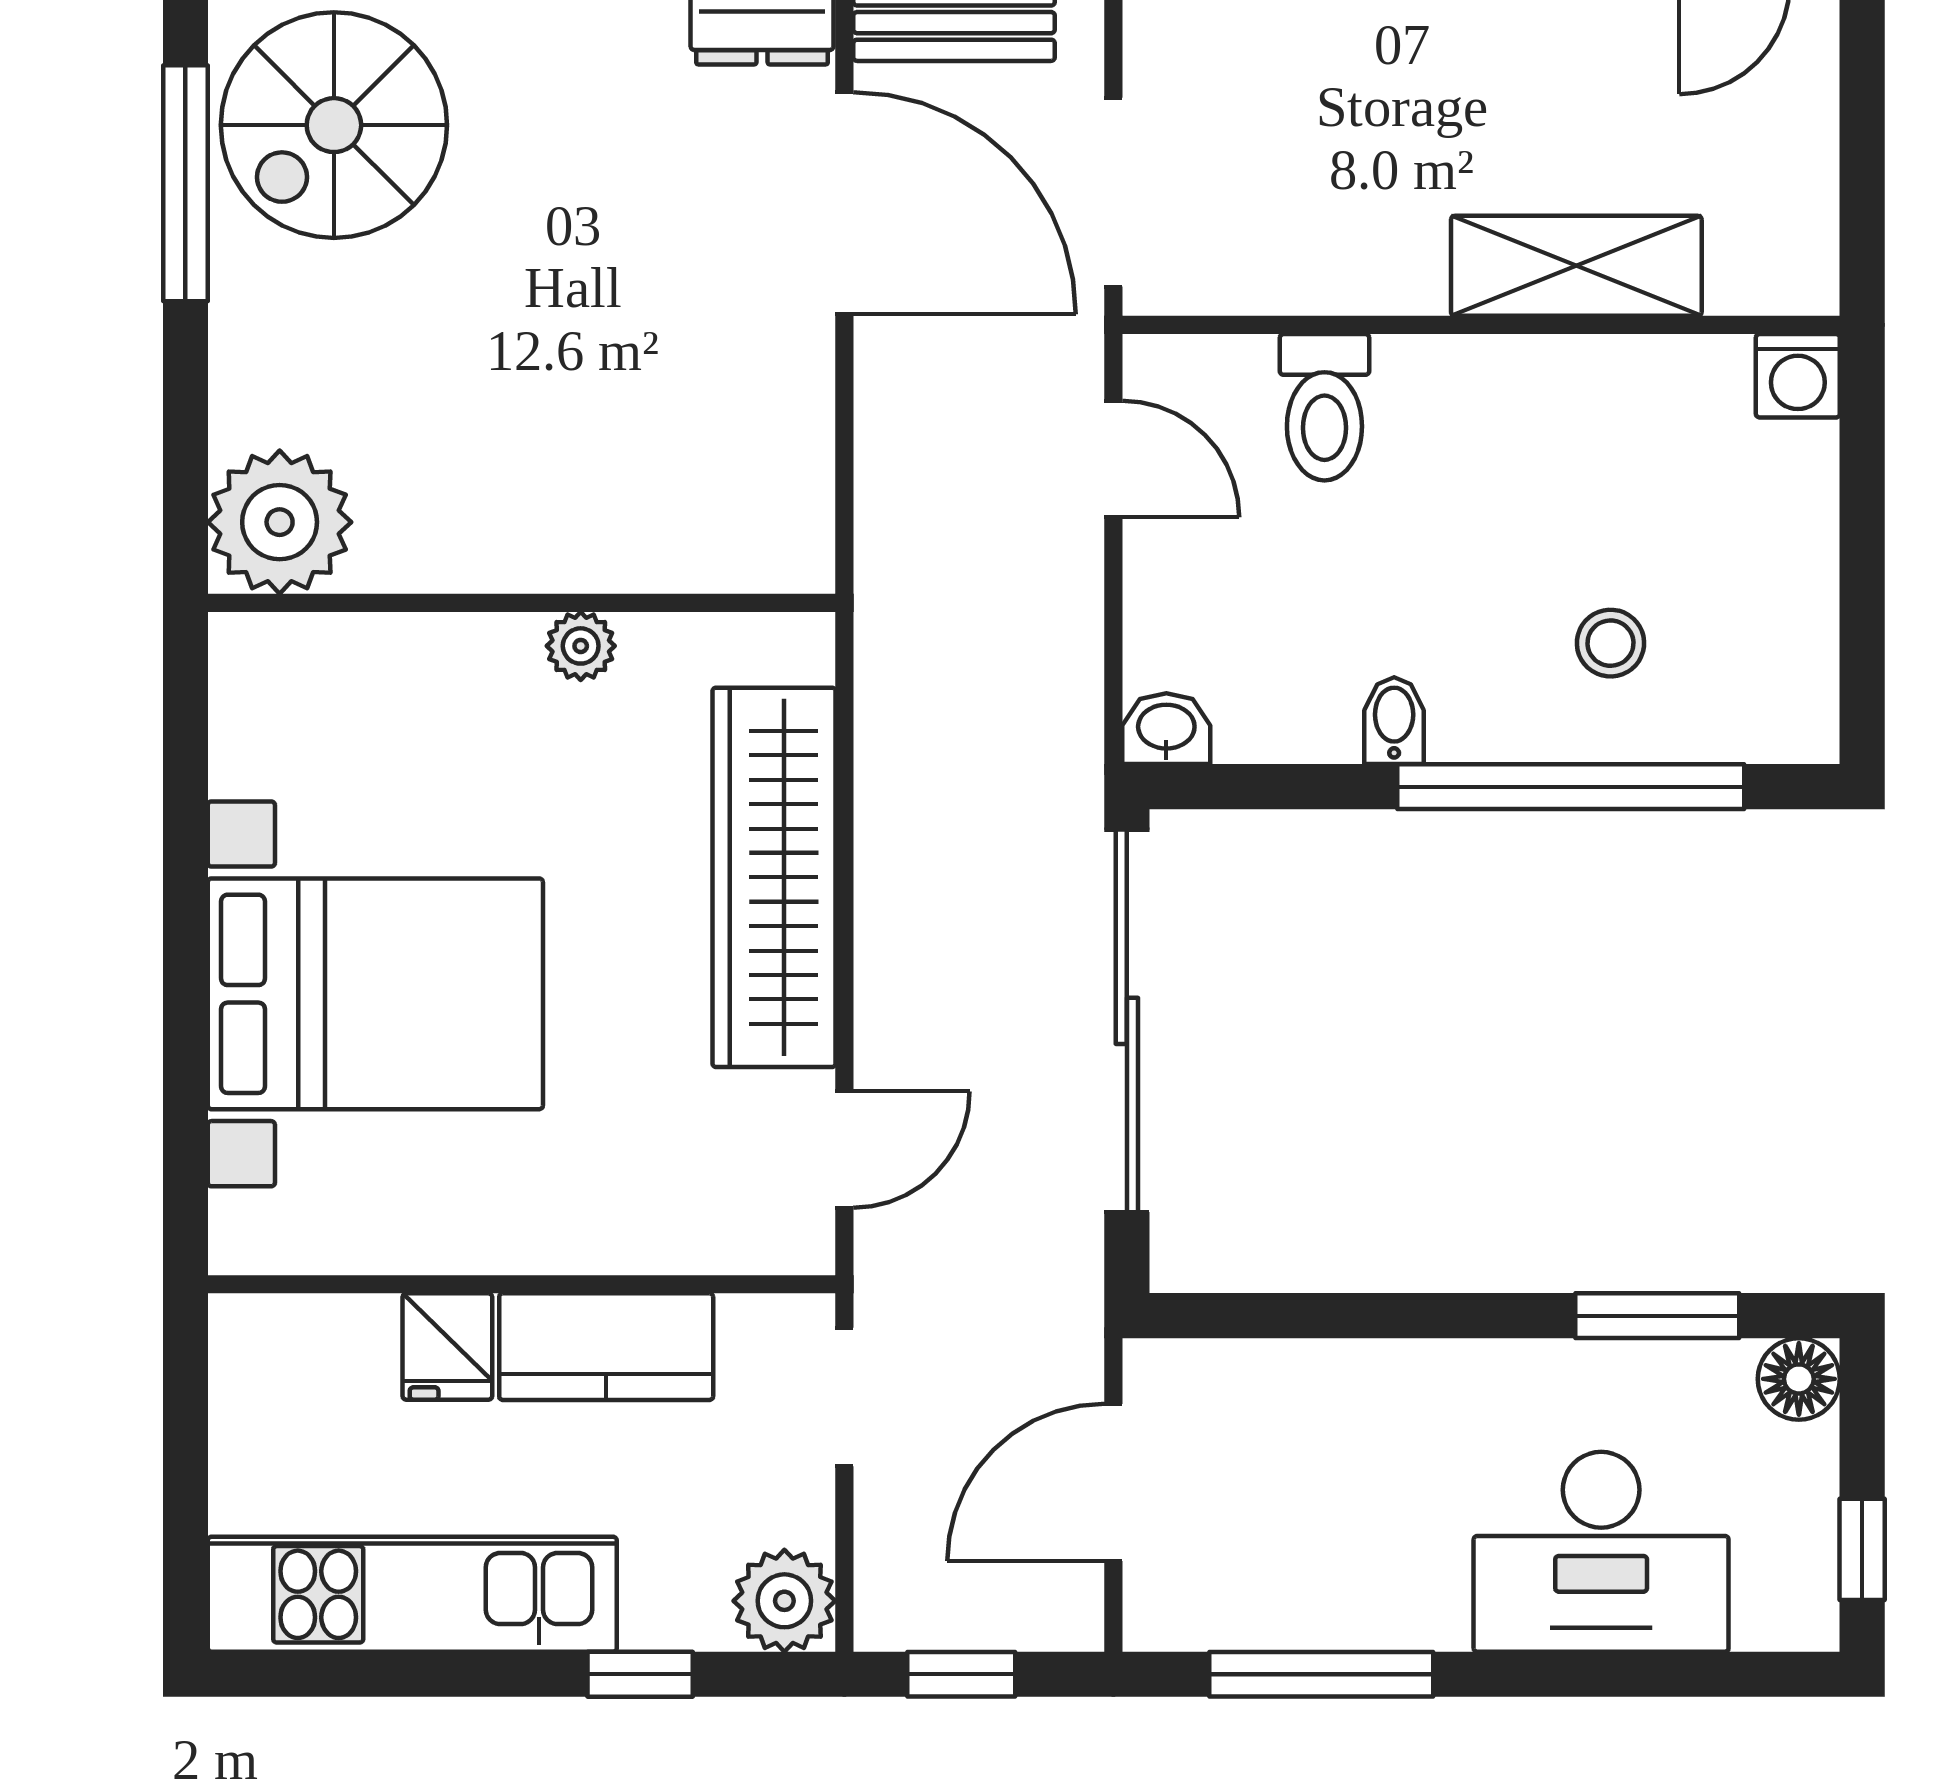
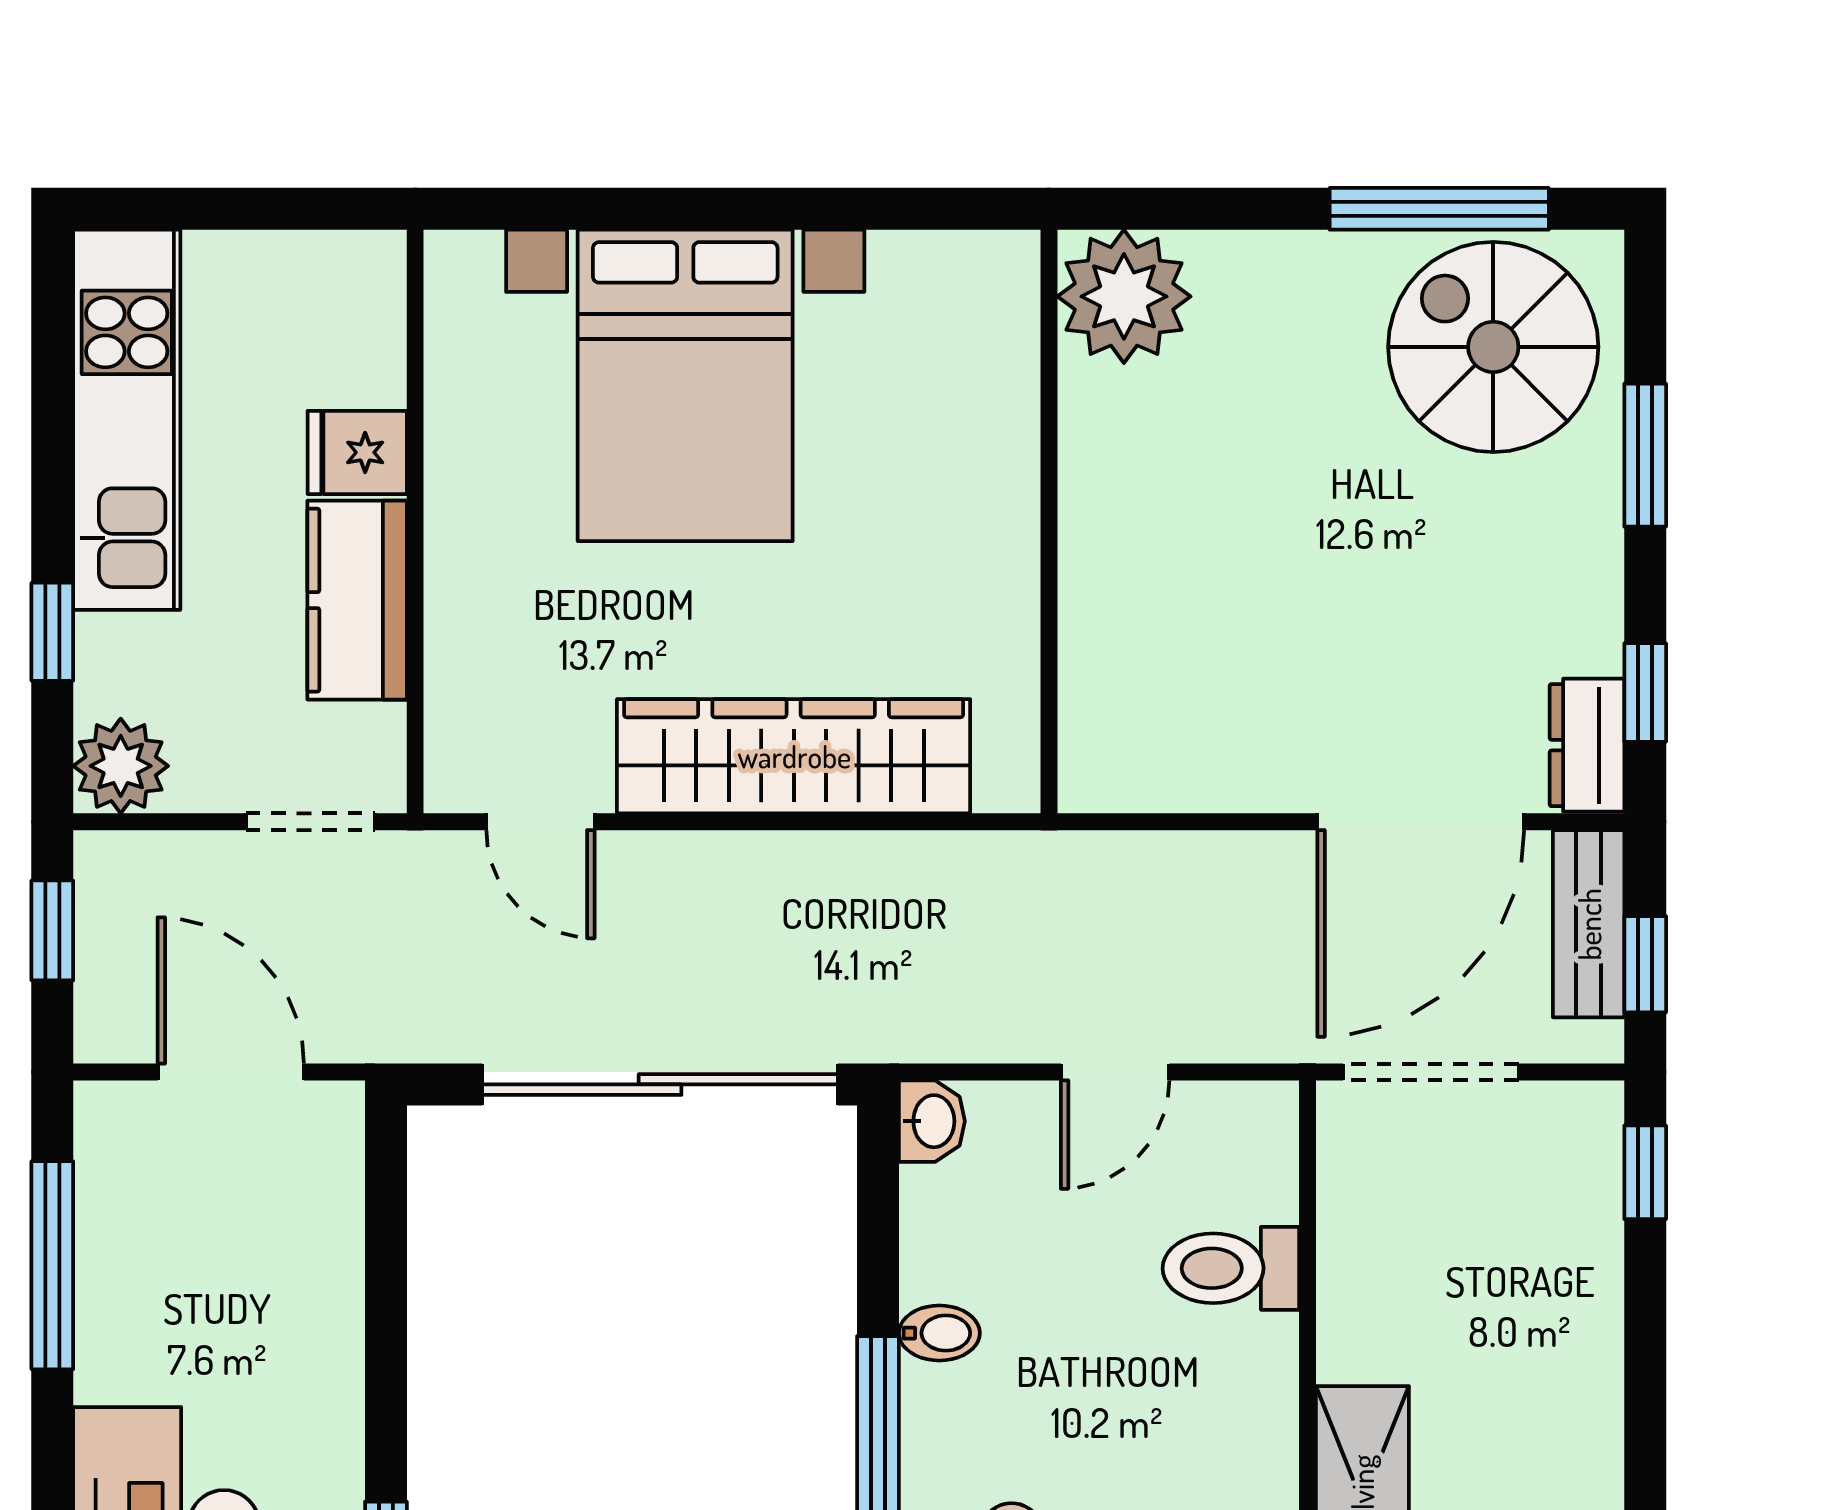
door: (1113, 459) -> (1115, 1072), moved
plant: (581, 646) -> (1009, 576), removed

